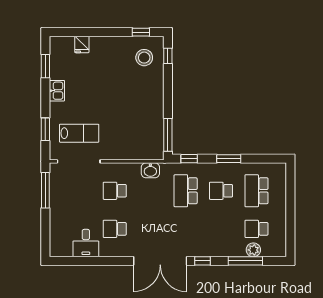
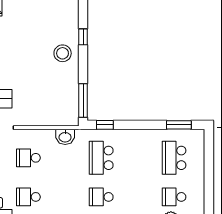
window: (168, 56) -> (83, 37), moved
stool: (144, 58) -> (63, 53), moved
window: (229, 159) -> (179, 125), moved
school desk: (221, 191) -> (101, 197), moved

